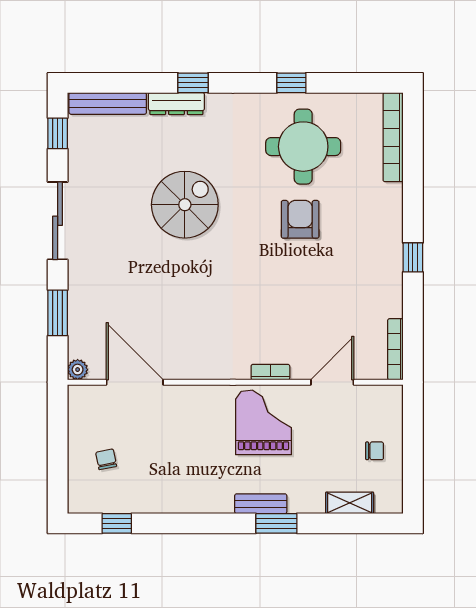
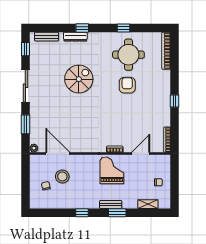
bench: (108, 103) -> (46, 37), width x0.73
stool: (145, 437) -> (62, 176), added
window: (117, 523) -> (82, 213), moved

